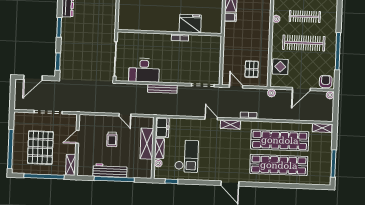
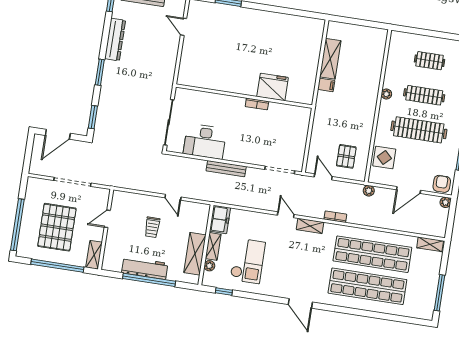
shelving: (147, 144) -> (195, 254), moved

